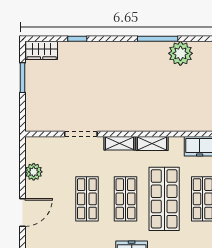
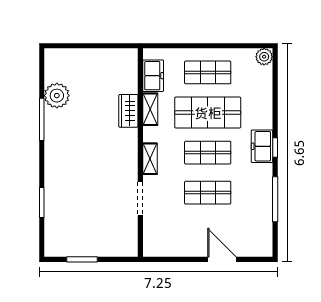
window: (77, 39) -> (42, 203), width x1.50
wardrobe: (42, 50) -> (128, 111), moved, turned 180
shelving: (152, 143) -> (150, 109), moved
plant: (34, 172) -> (180, 248), removed

